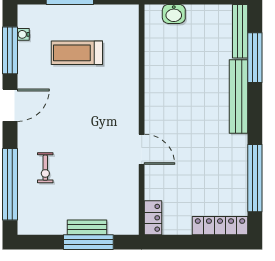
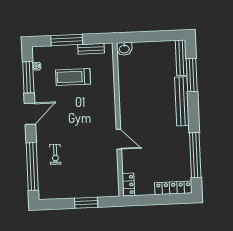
washbasin: (174, 14) -> (124, 49), moved
bench: (87, 227) -> (91, 49), moved
window: (88, 242) -> (86, 203), width x0.69

